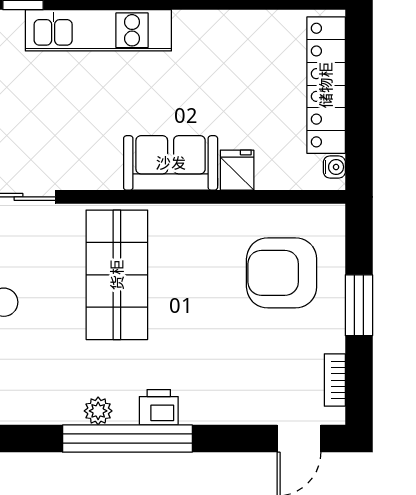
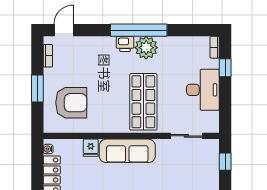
sofa: (171, 163) -> (127, 151), width x1.36
plant: (98, 411) -> (146, 48), width x1.88, depth x1.88

